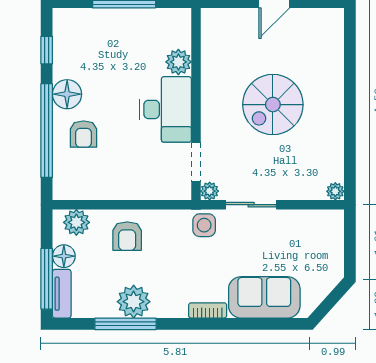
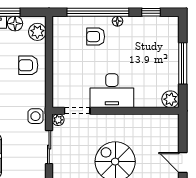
plant: (178, 62) -> (170, 99), moved
floor lamp: (67, 94) -> (117, 21), width x0.53, depth x0.53

